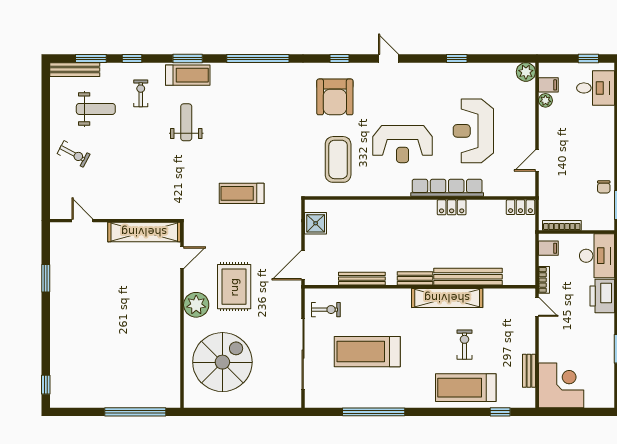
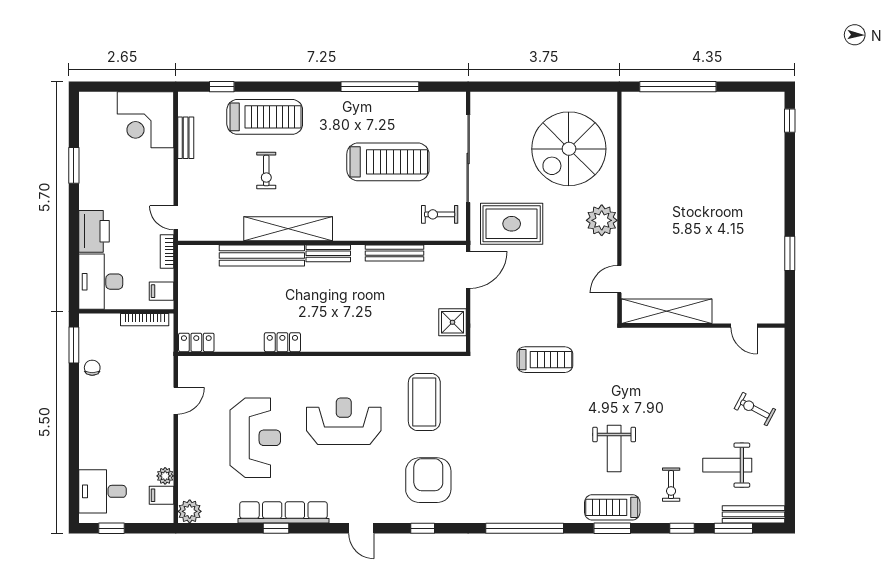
row of seats: (447, 188) -> (284, 512), moved, turned 180
rug: (234, 287) -> (512, 224), moved, turned 90

